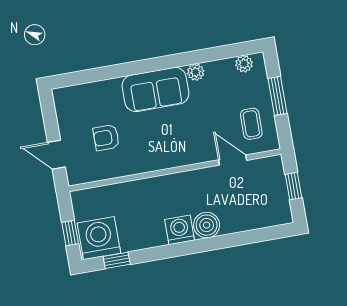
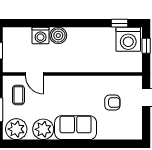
plant: (244, 64) -> (16, 129), width x1.87, depth x1.87
plant: (196, 72) -> (43, 129), width x1.88, depth x1.88
washing machine: (180, 230) -> (41, 35), moved

